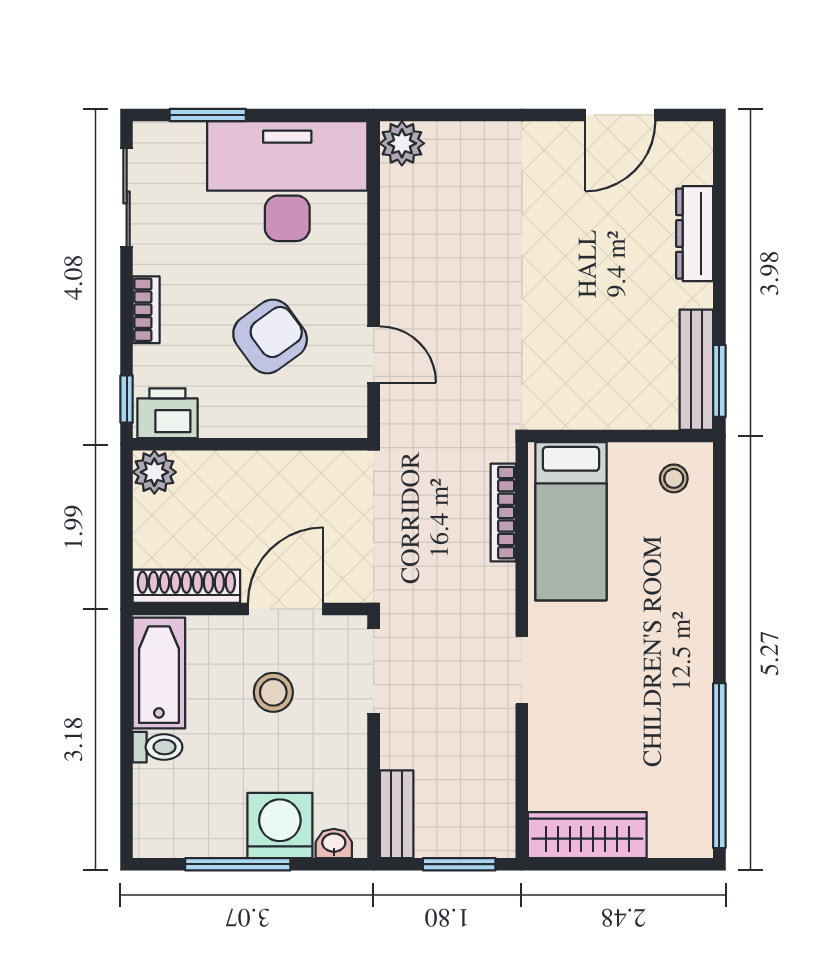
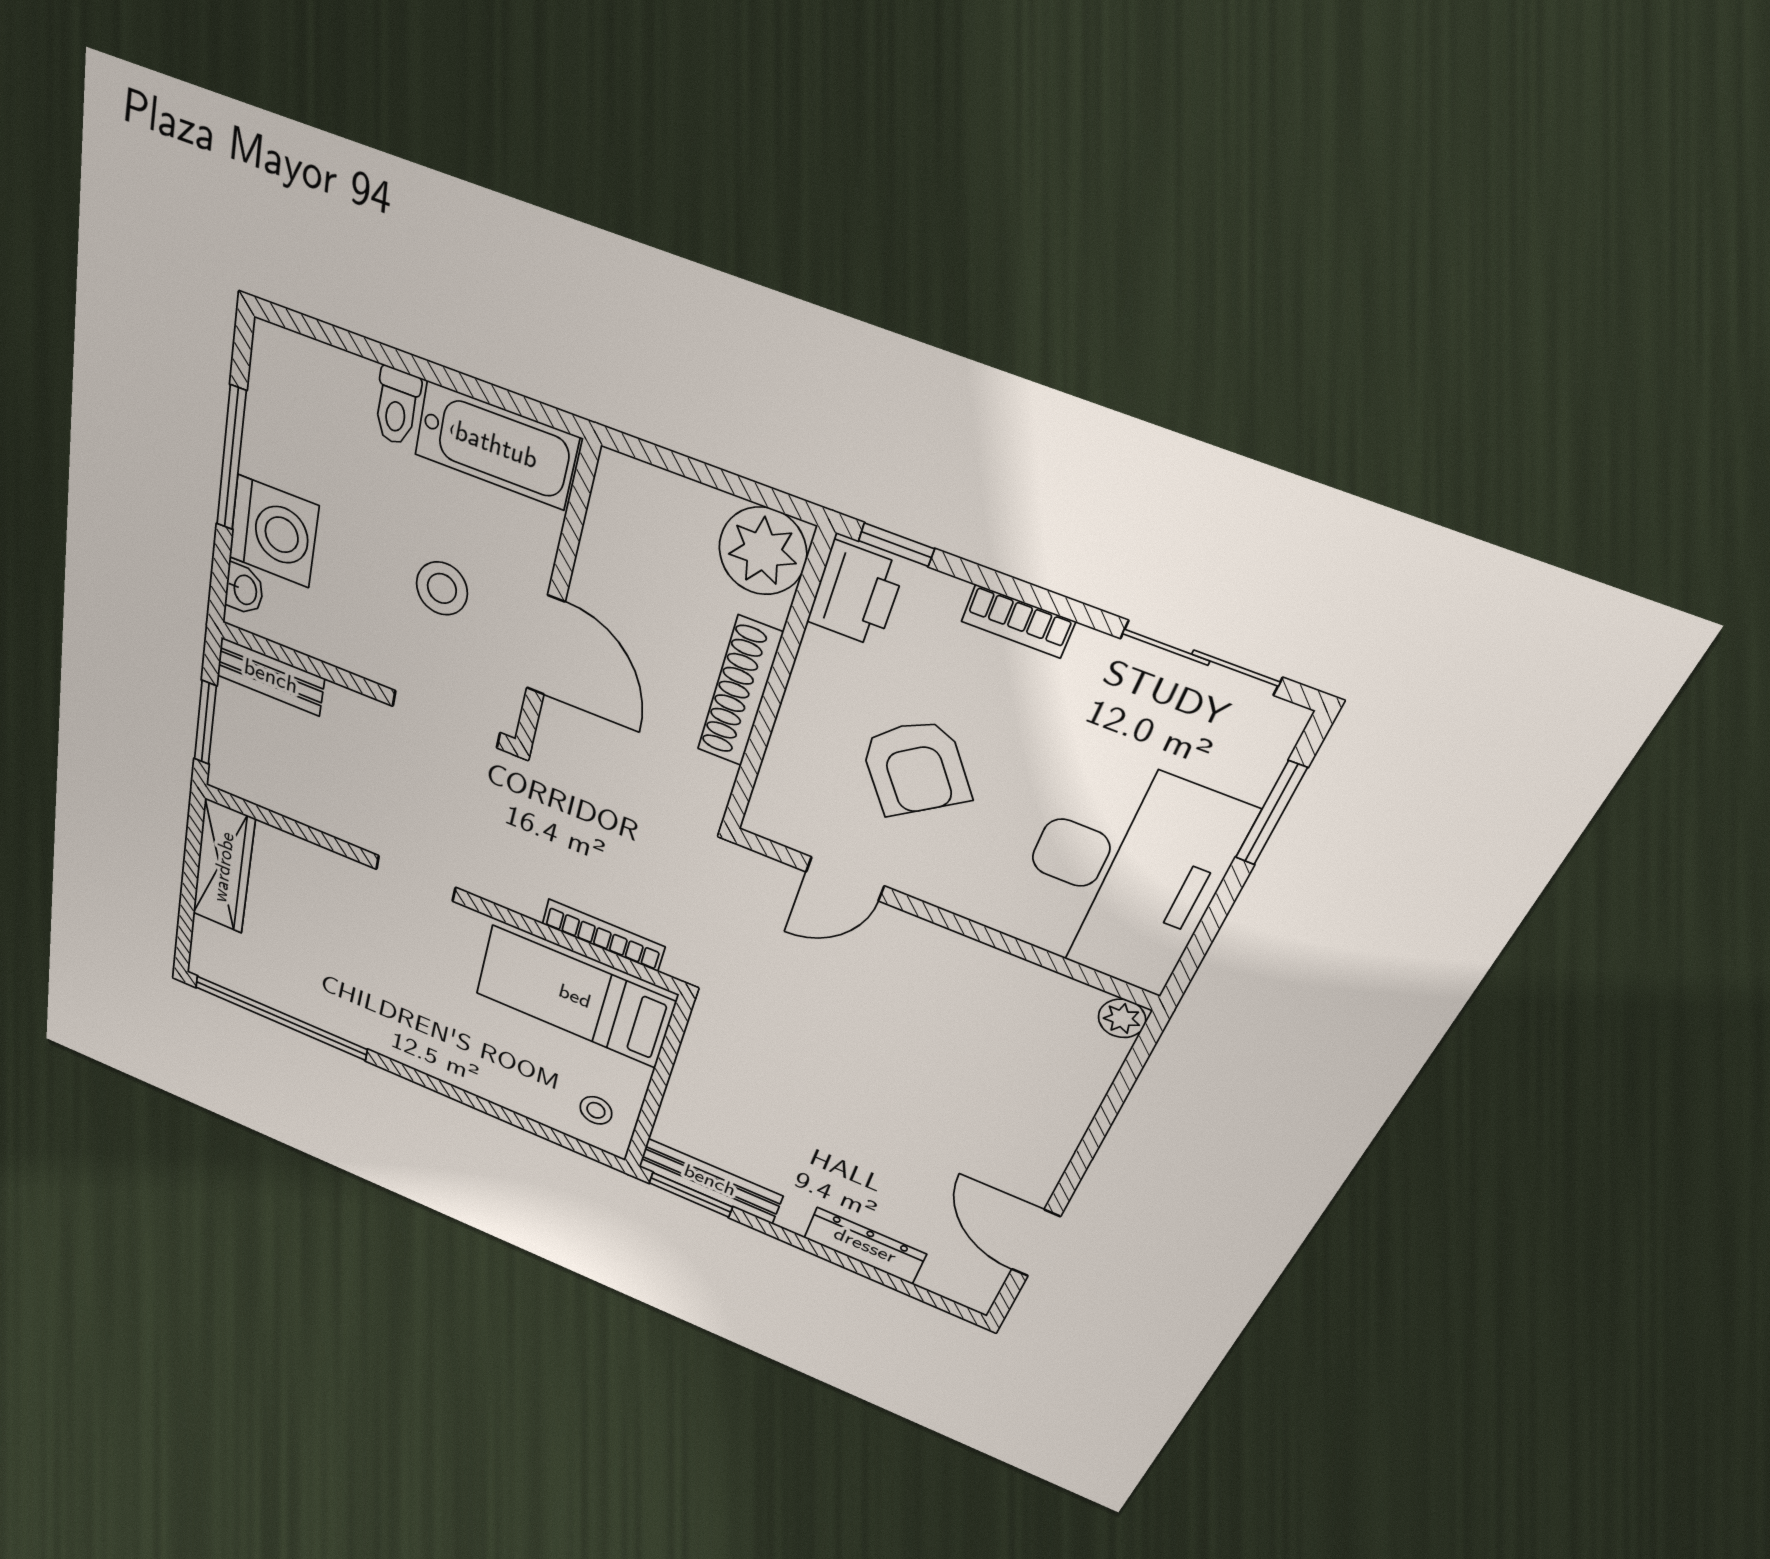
plant: (402, 143) -> (1122, 1018), width x0.73, depth x0.73
plant: (154, 472) -> (763, 551), width x1.36, depth x1.36
shoe rack: (186, 586) -> (740, 692), moved, turned 180

